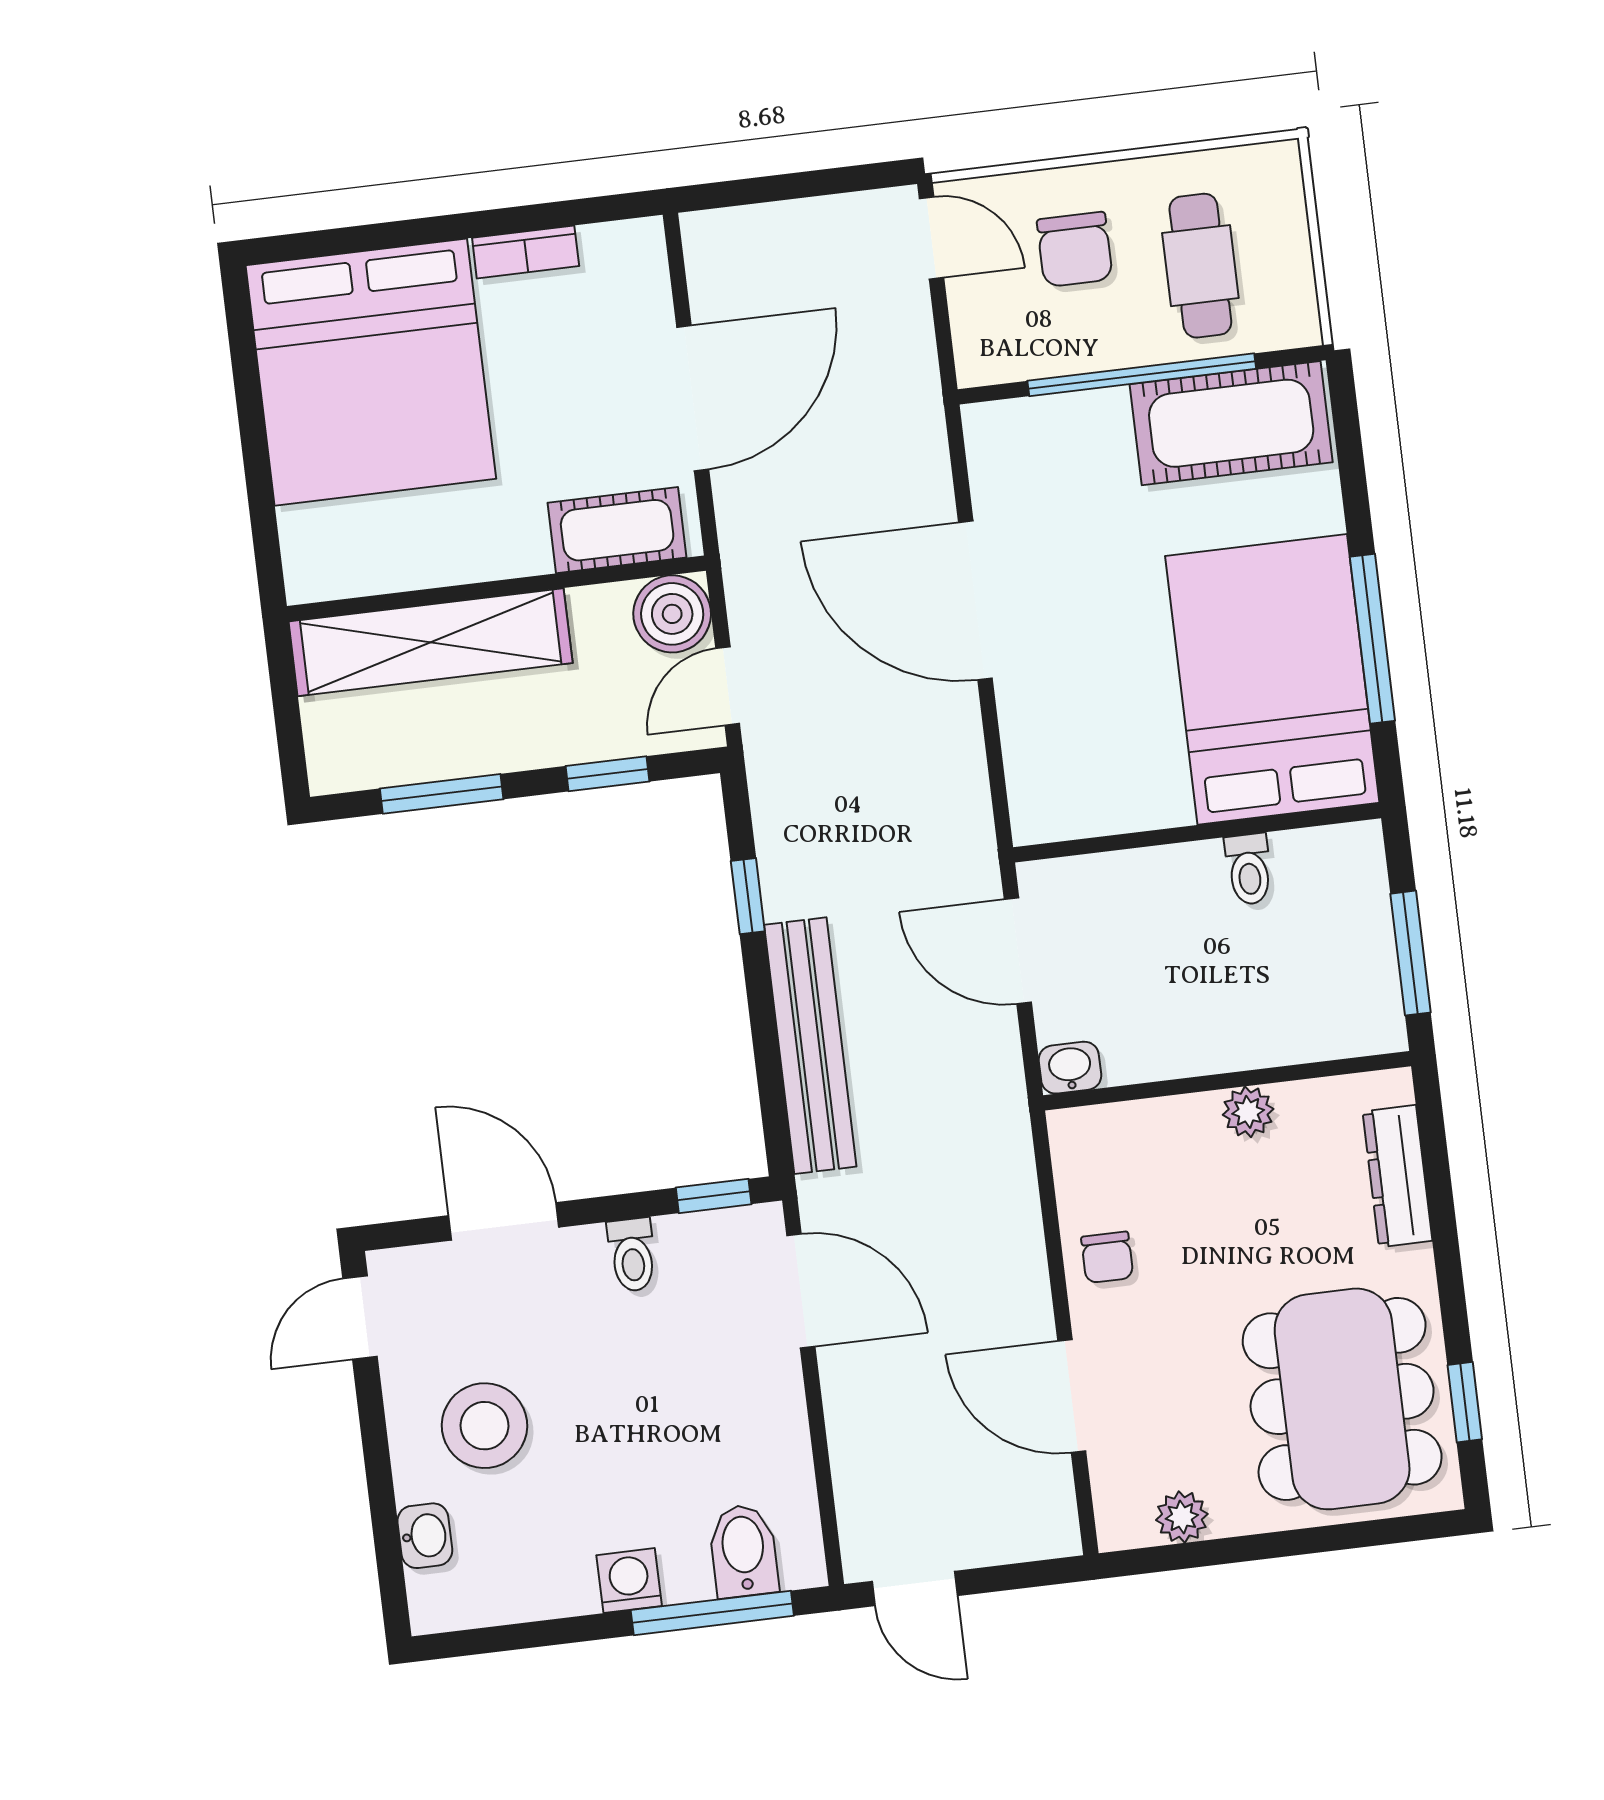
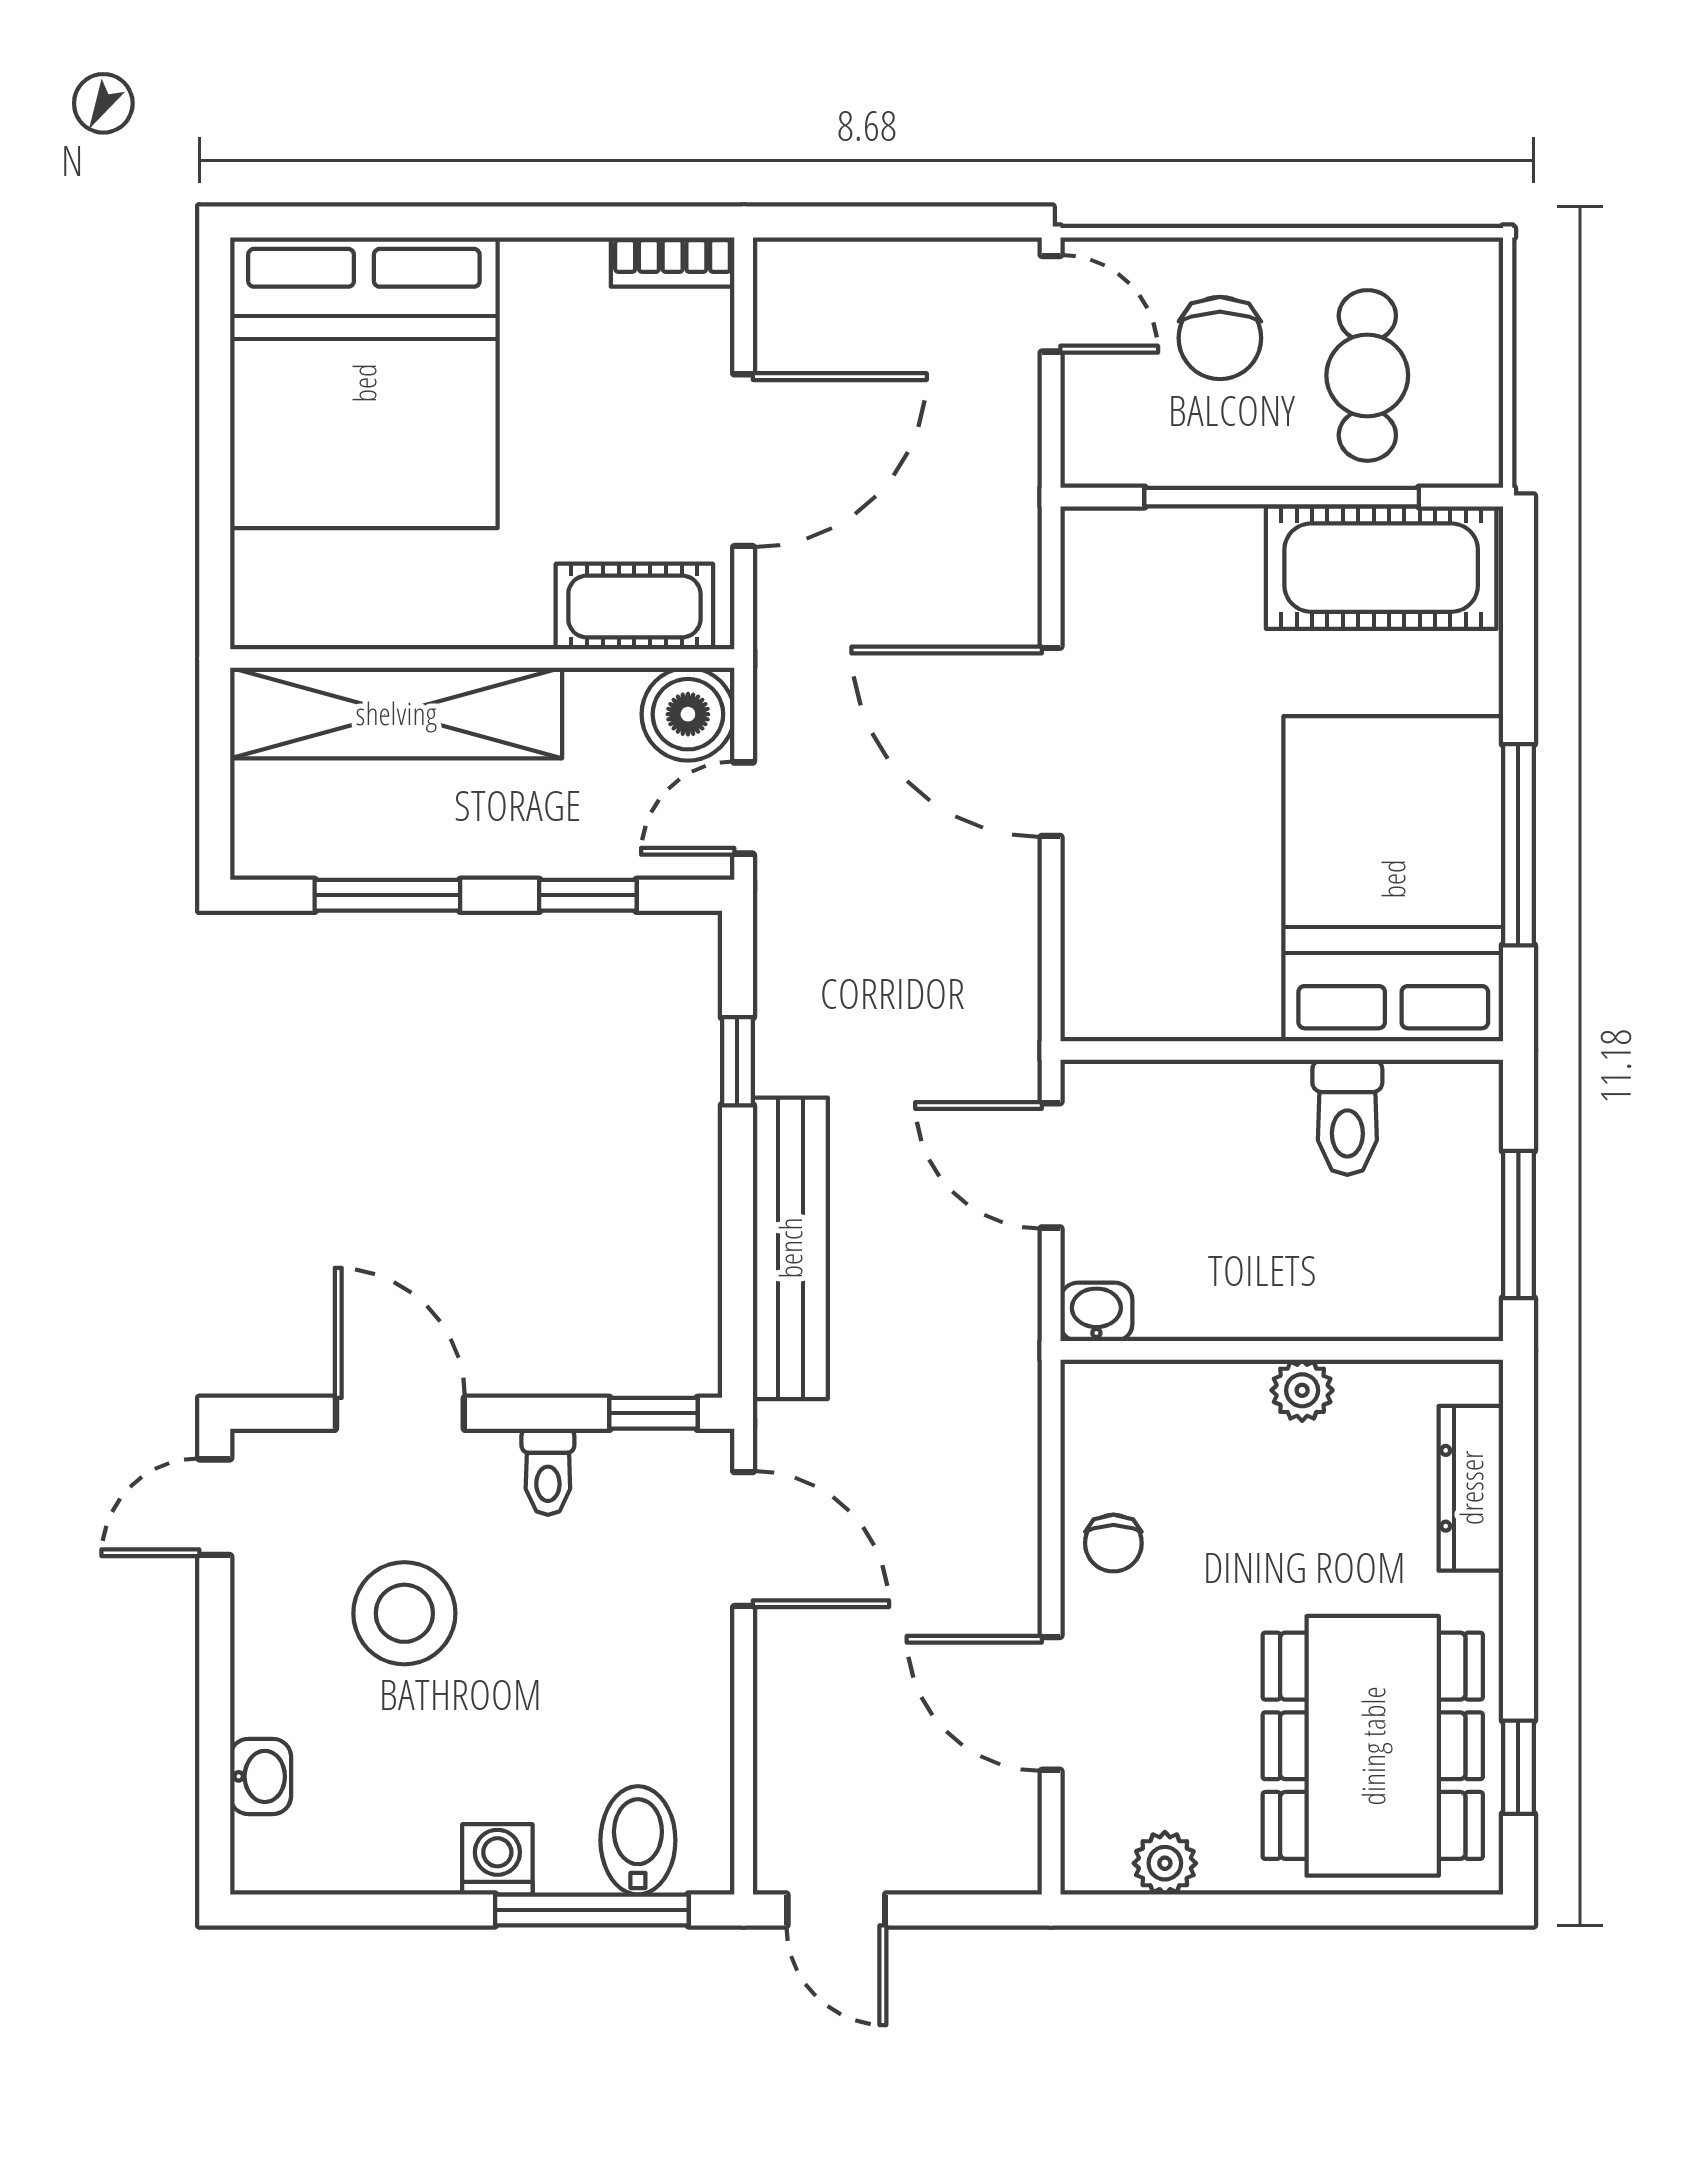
bookcase: (526, 252) -> (673, 262), moved
toilet: (1249, 869) -> (1347, 1117), width x1.37, depth x1.39
stool: (484, 1426) -> (404, 1613), moved

